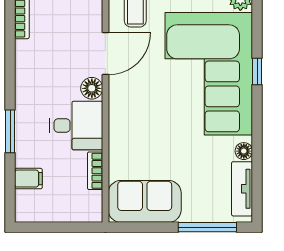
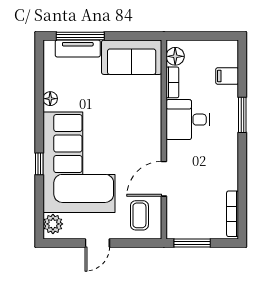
floor lamp: (92, 88) -> (175, 56), moved
tv unit: (242, 189) -> (78, 48), moved, turned 90

